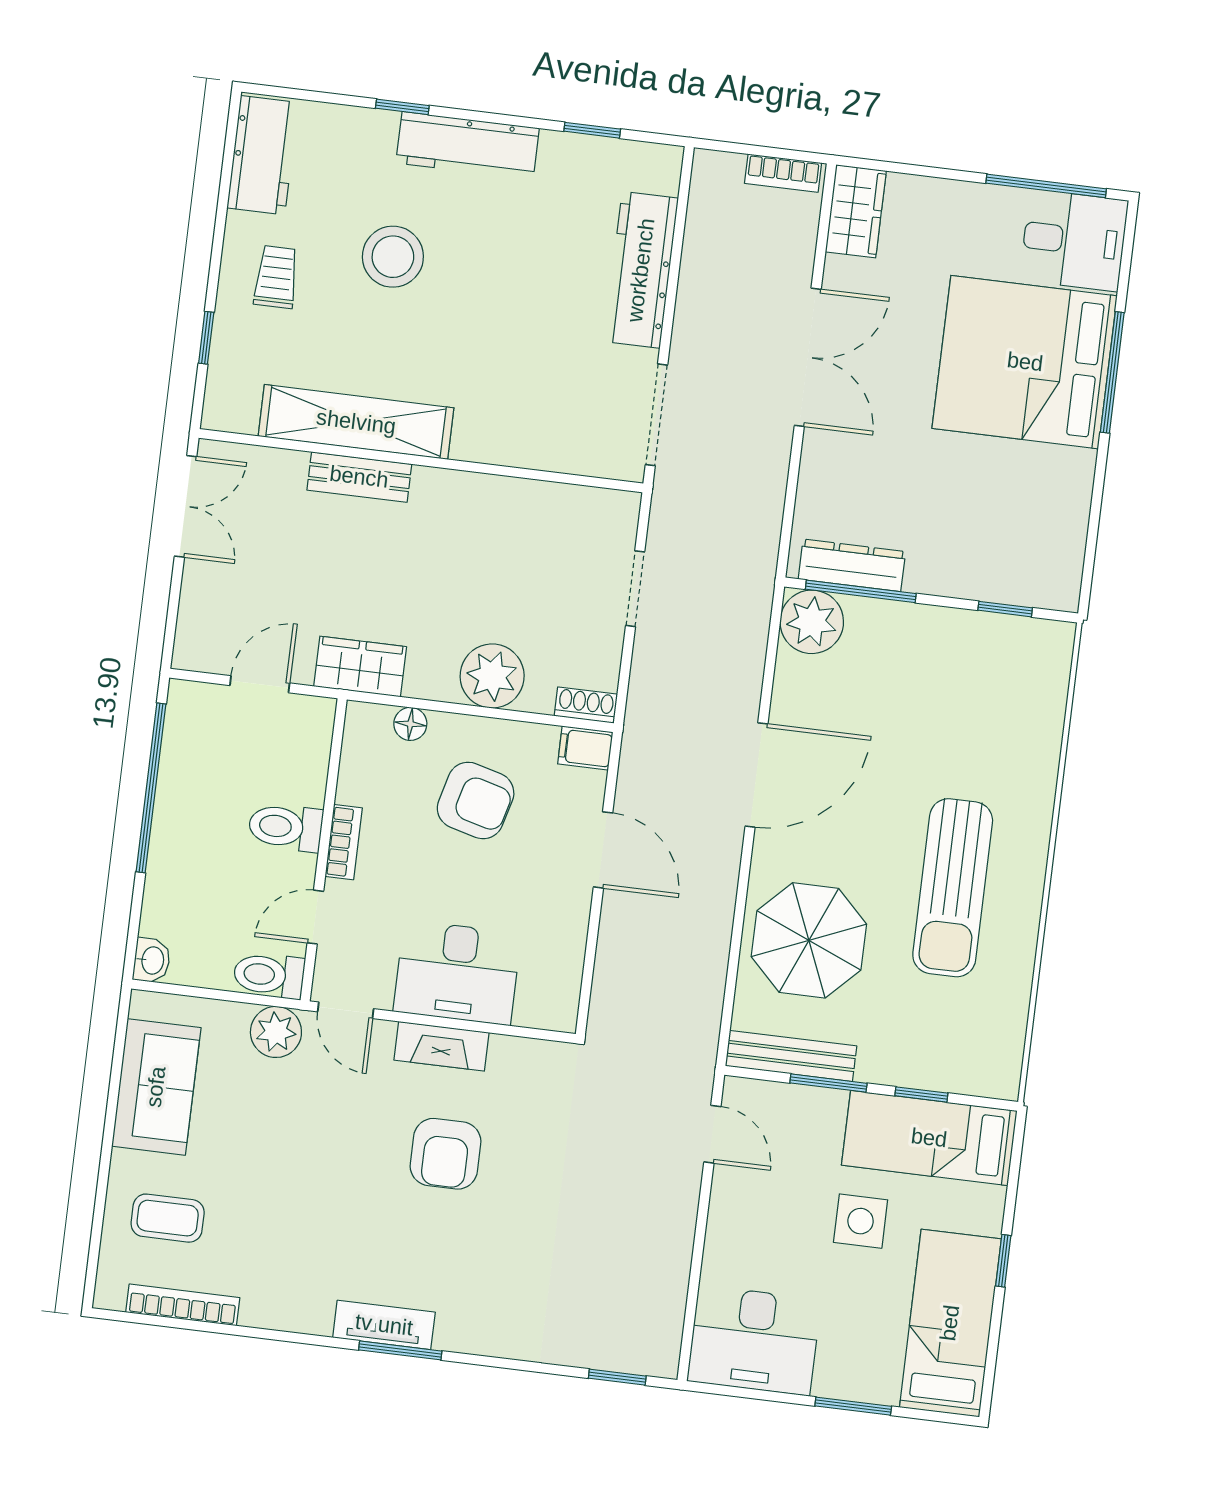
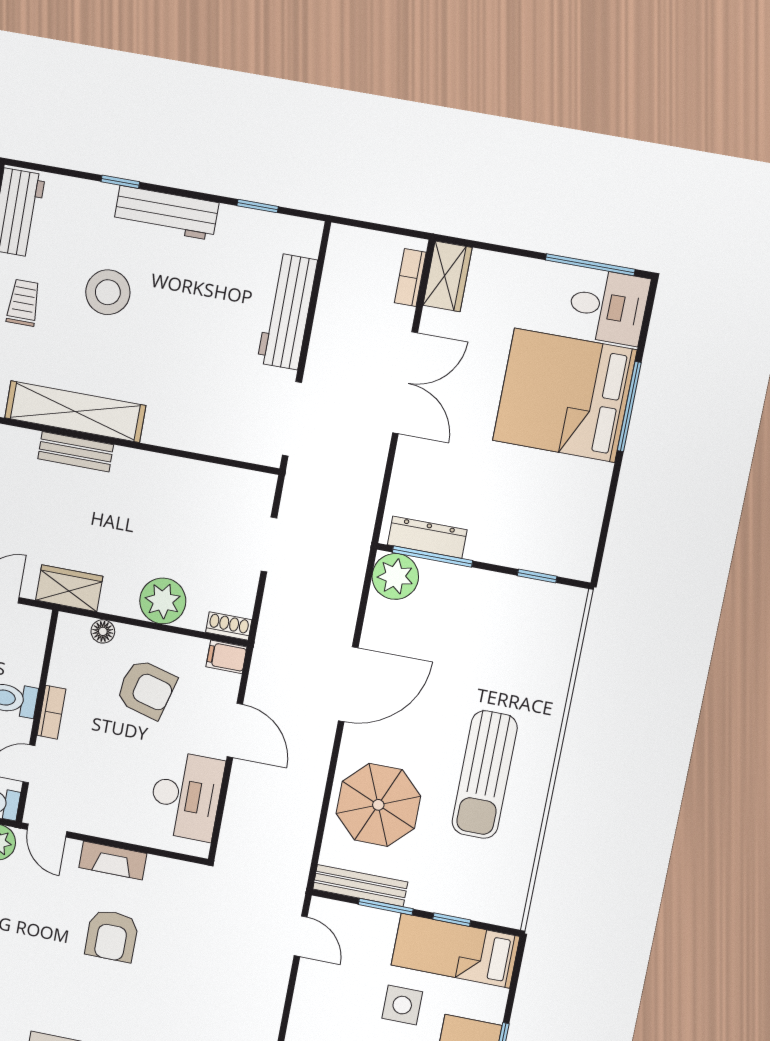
bookcase: (783, 173) -> (410, 278), moved, turned 90
desk: (457, 973) -> (186, 796), moved, turned -90

